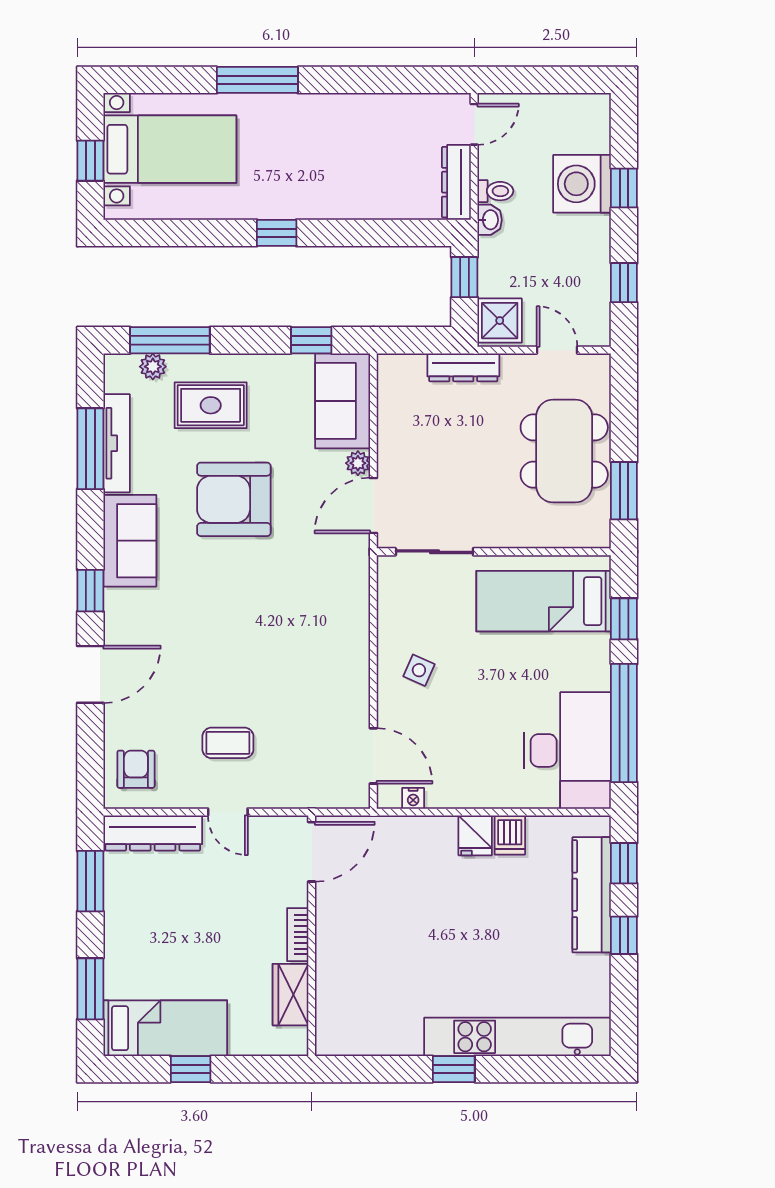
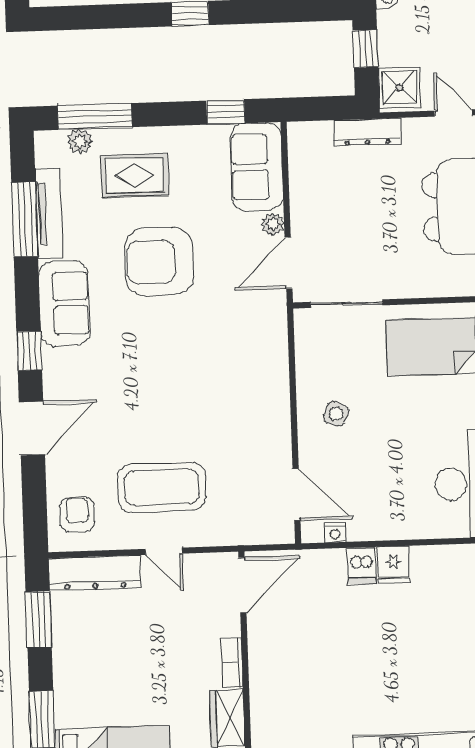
coffee table: (228, 743) -> (161, 487), width x1.86, depth x1.72
dishwasher: (510, 835) -> (361, 566), moved

